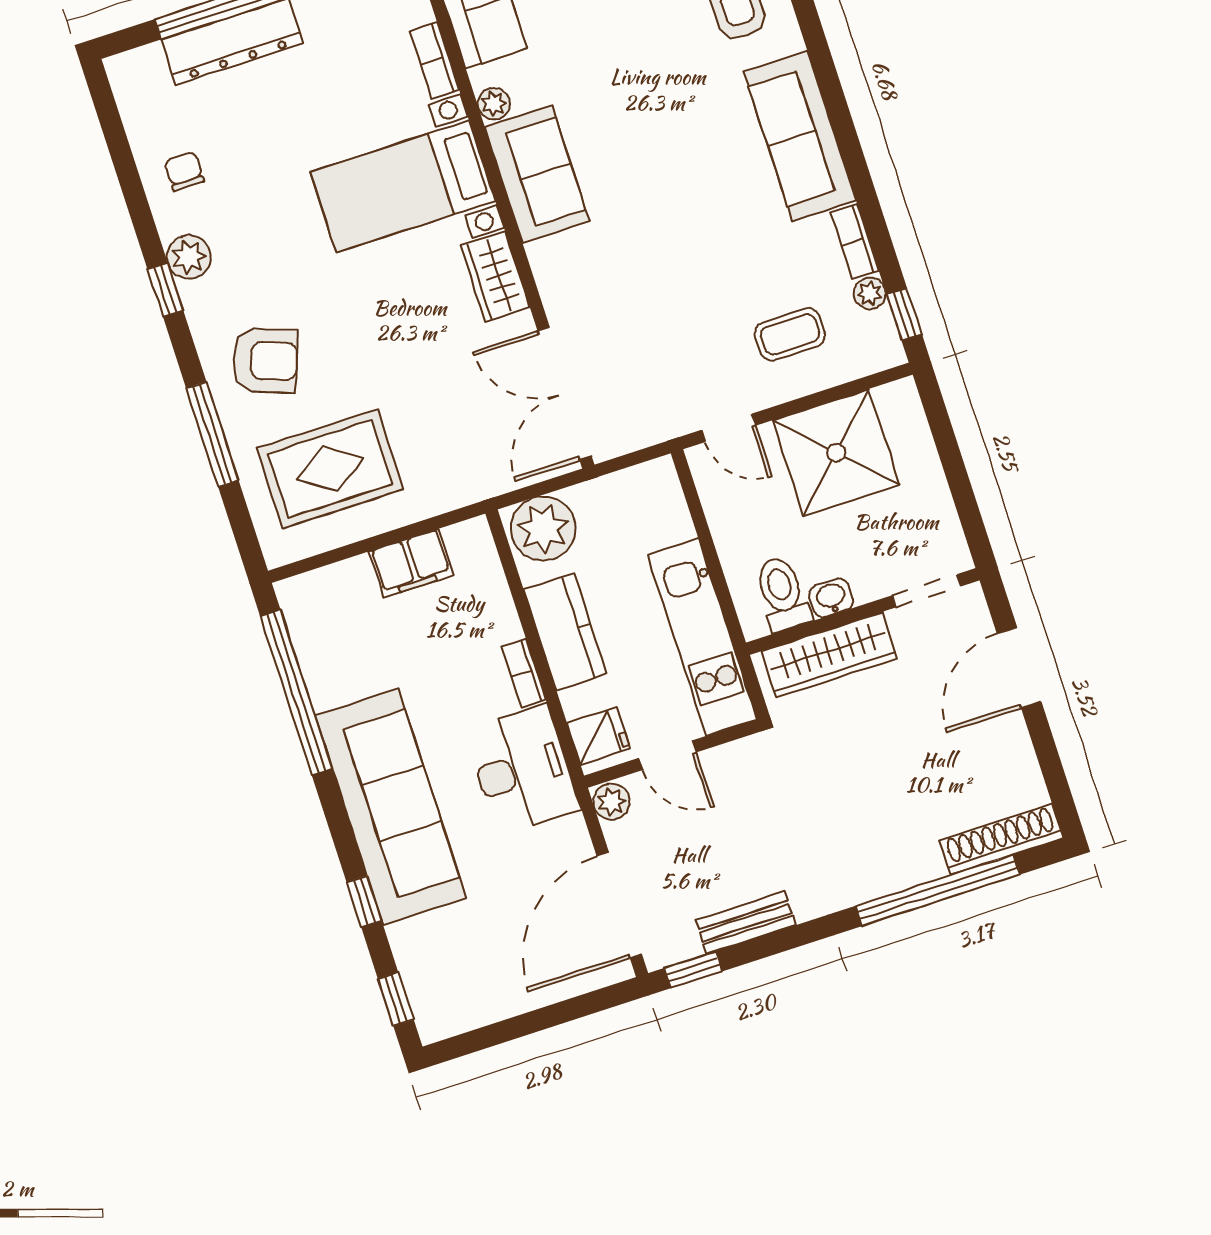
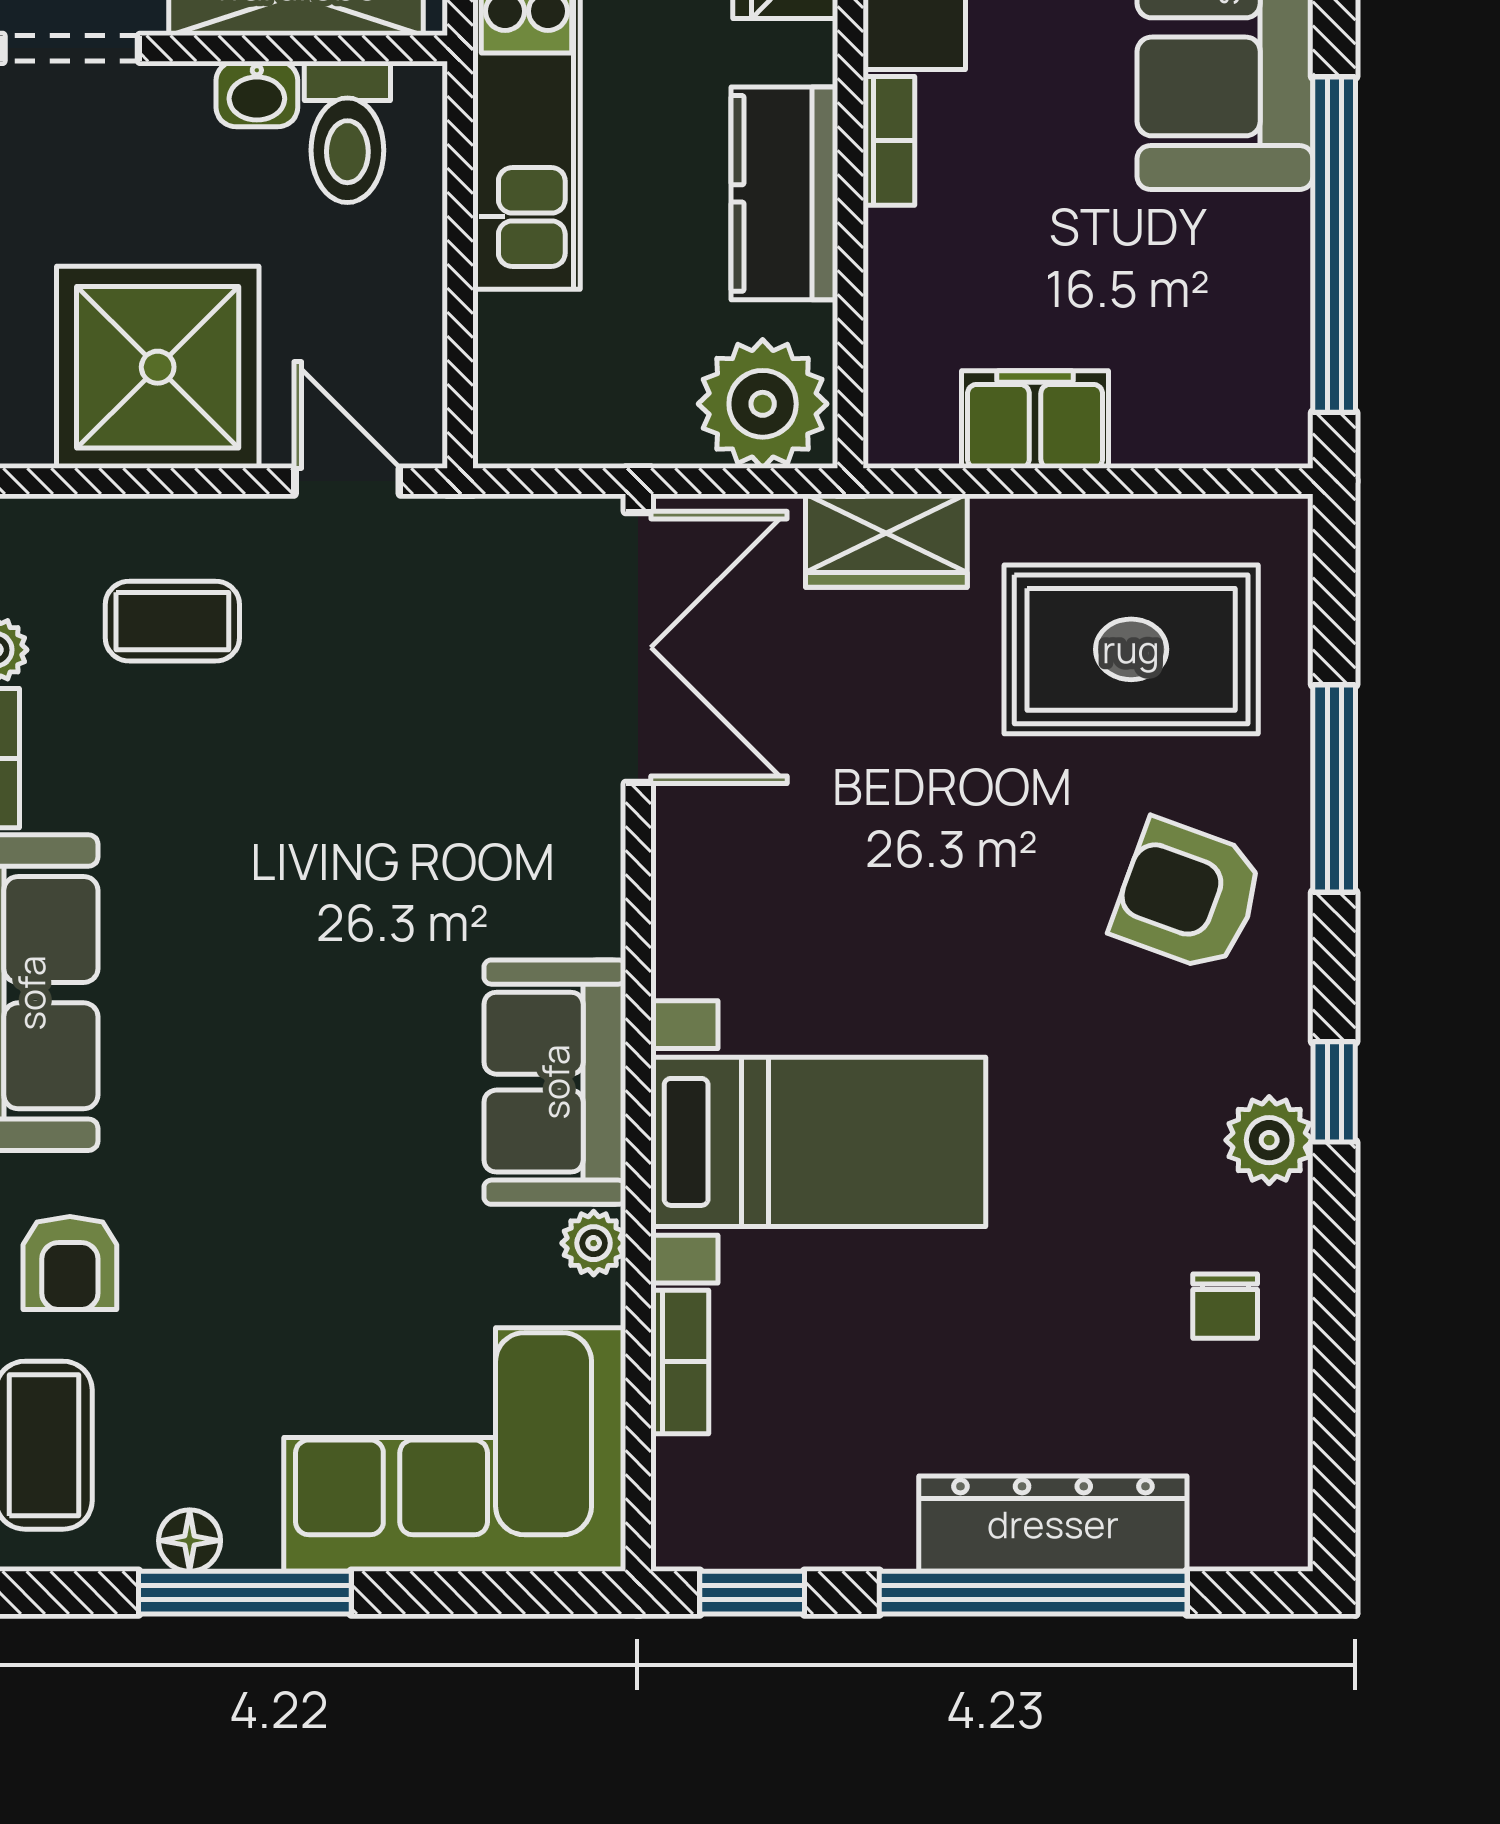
wardrobe: (495, 277) -> (886, 541), moved, turned 90

